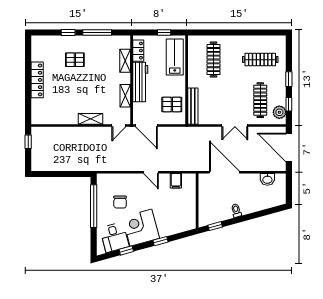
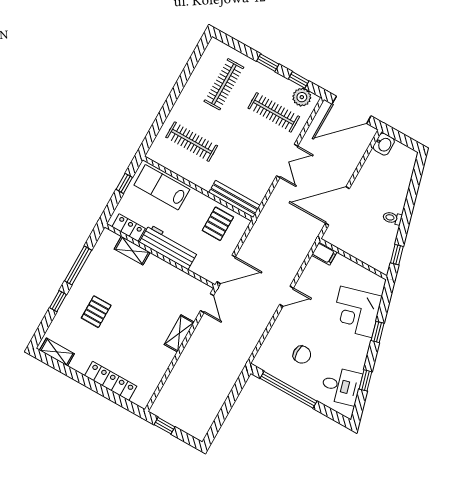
locker: (37, 80) -> (111, 381), moved
shelving: (125, 96) -> (57, 352), moved
washbasin: (267, 179) -> (384, 144), moved
filing cabinet: (176, 181) -> (324, 254), moved
corner desk: (141, 228) -> (356, 312), moved

